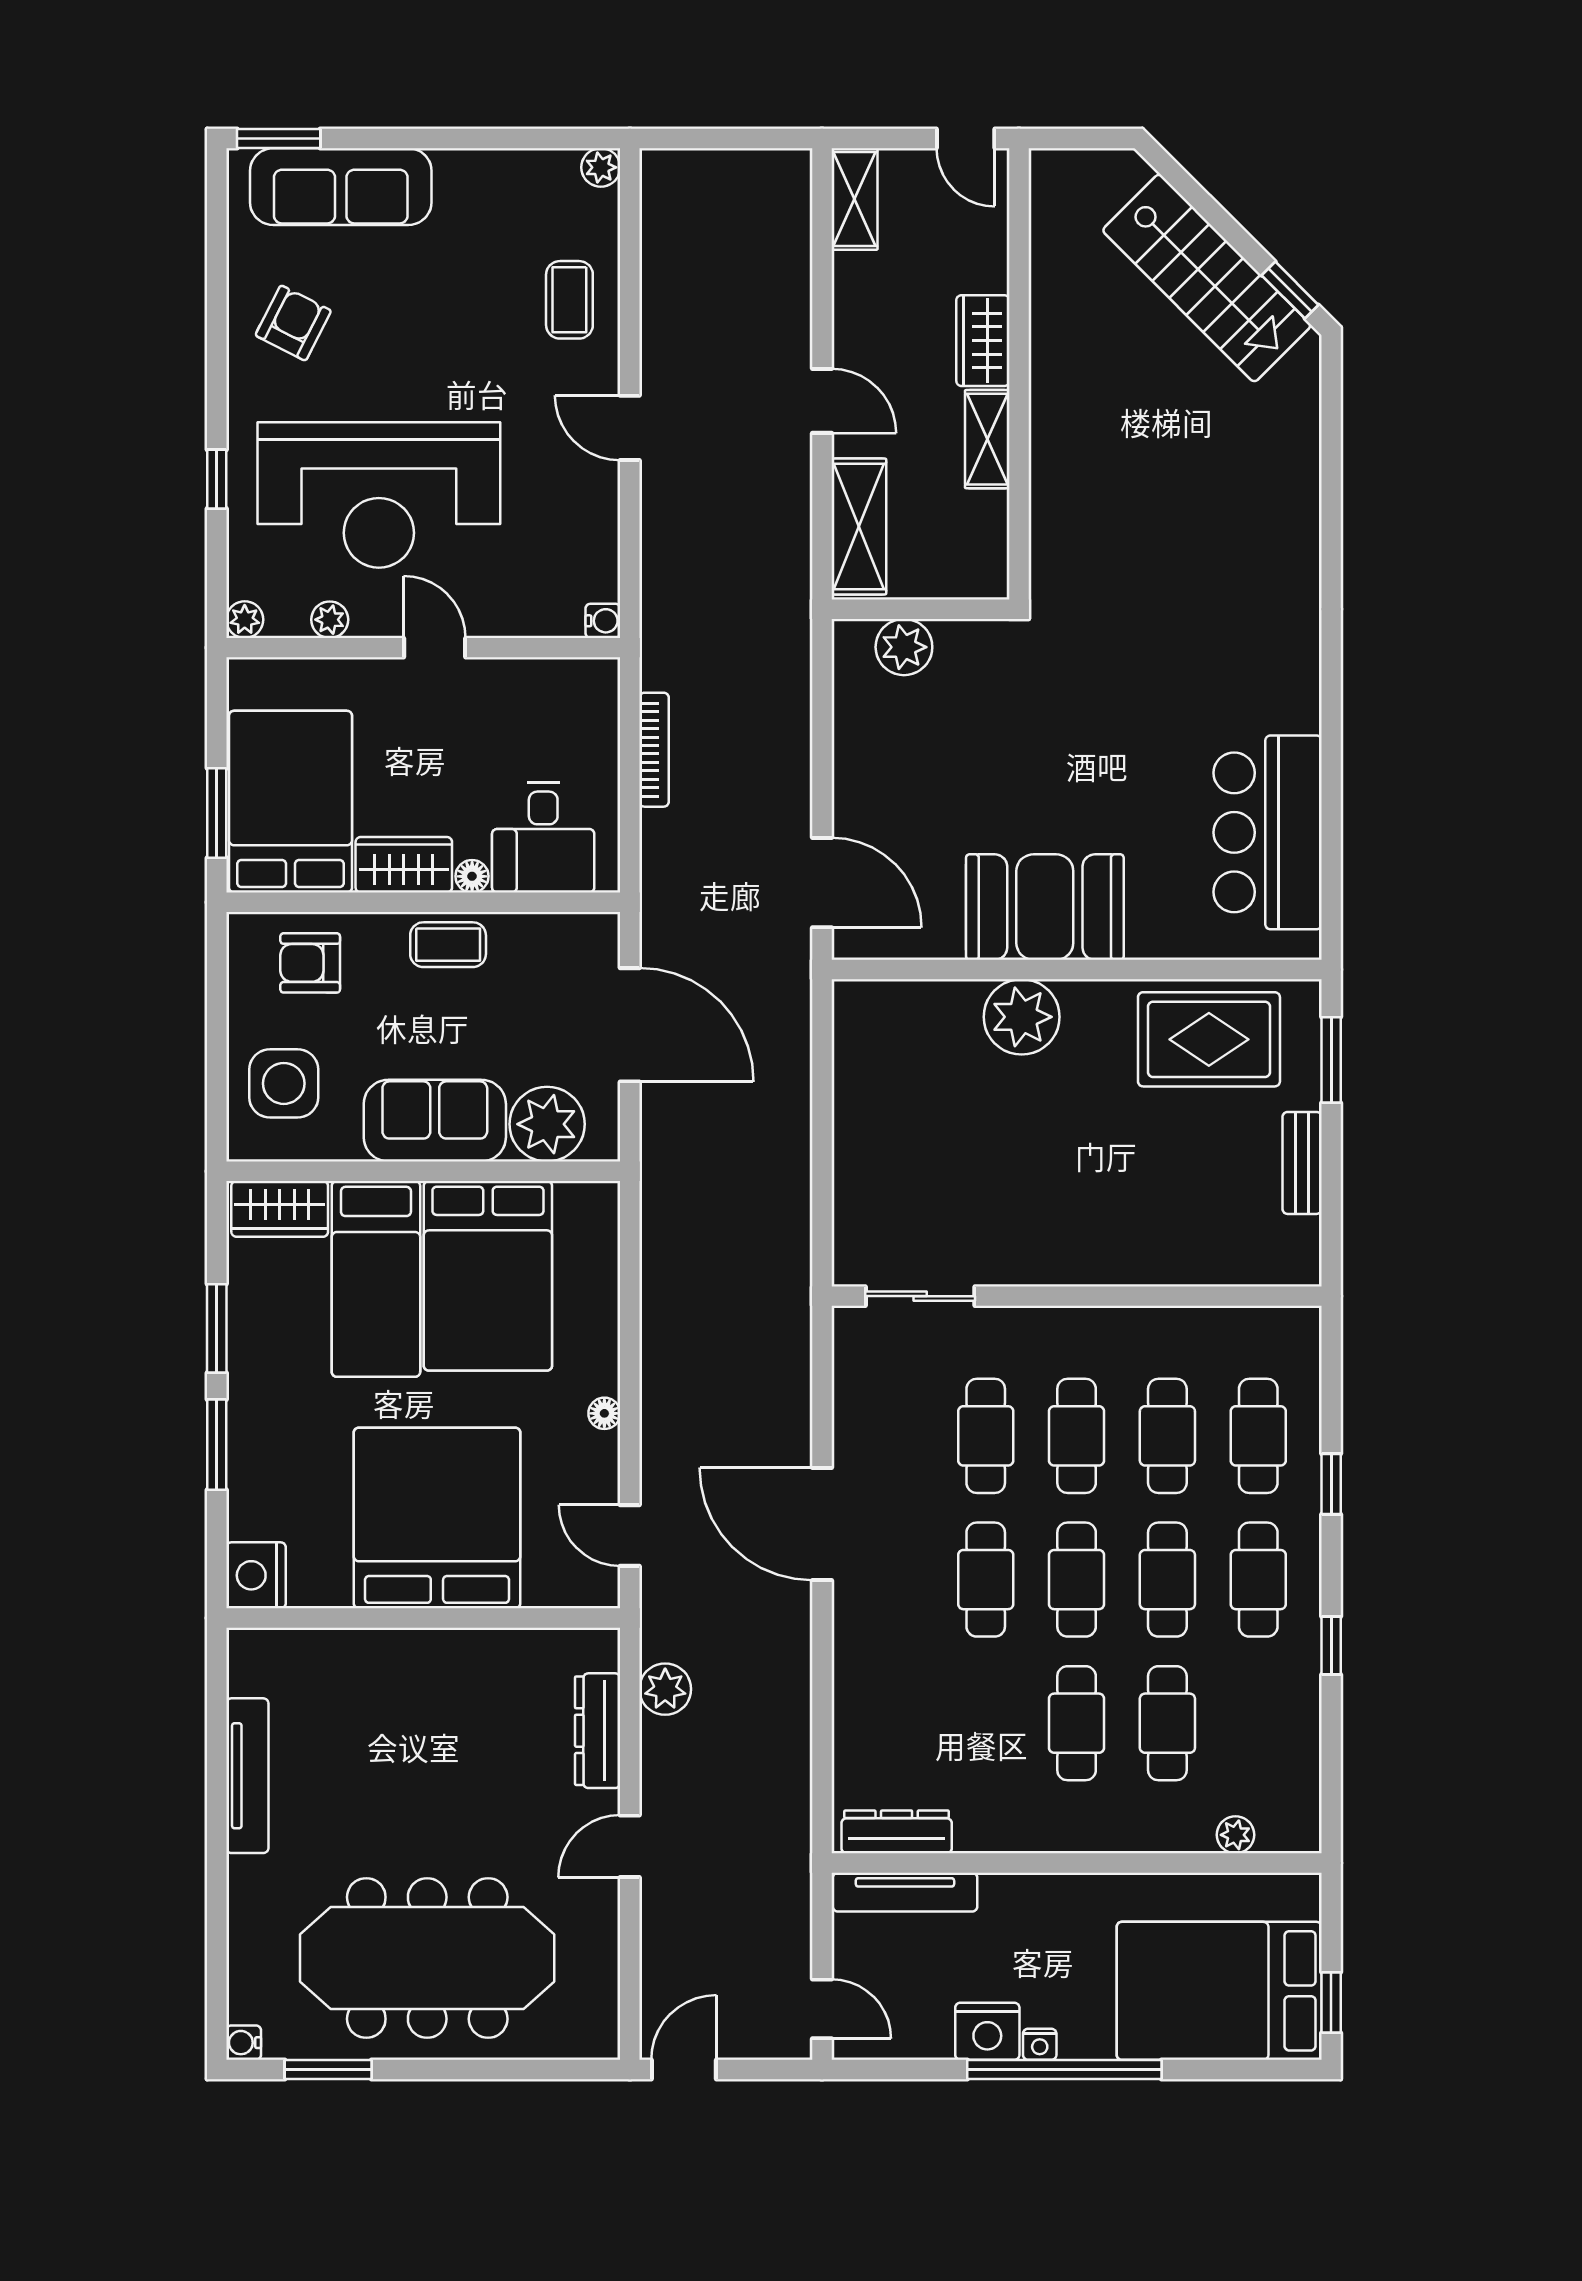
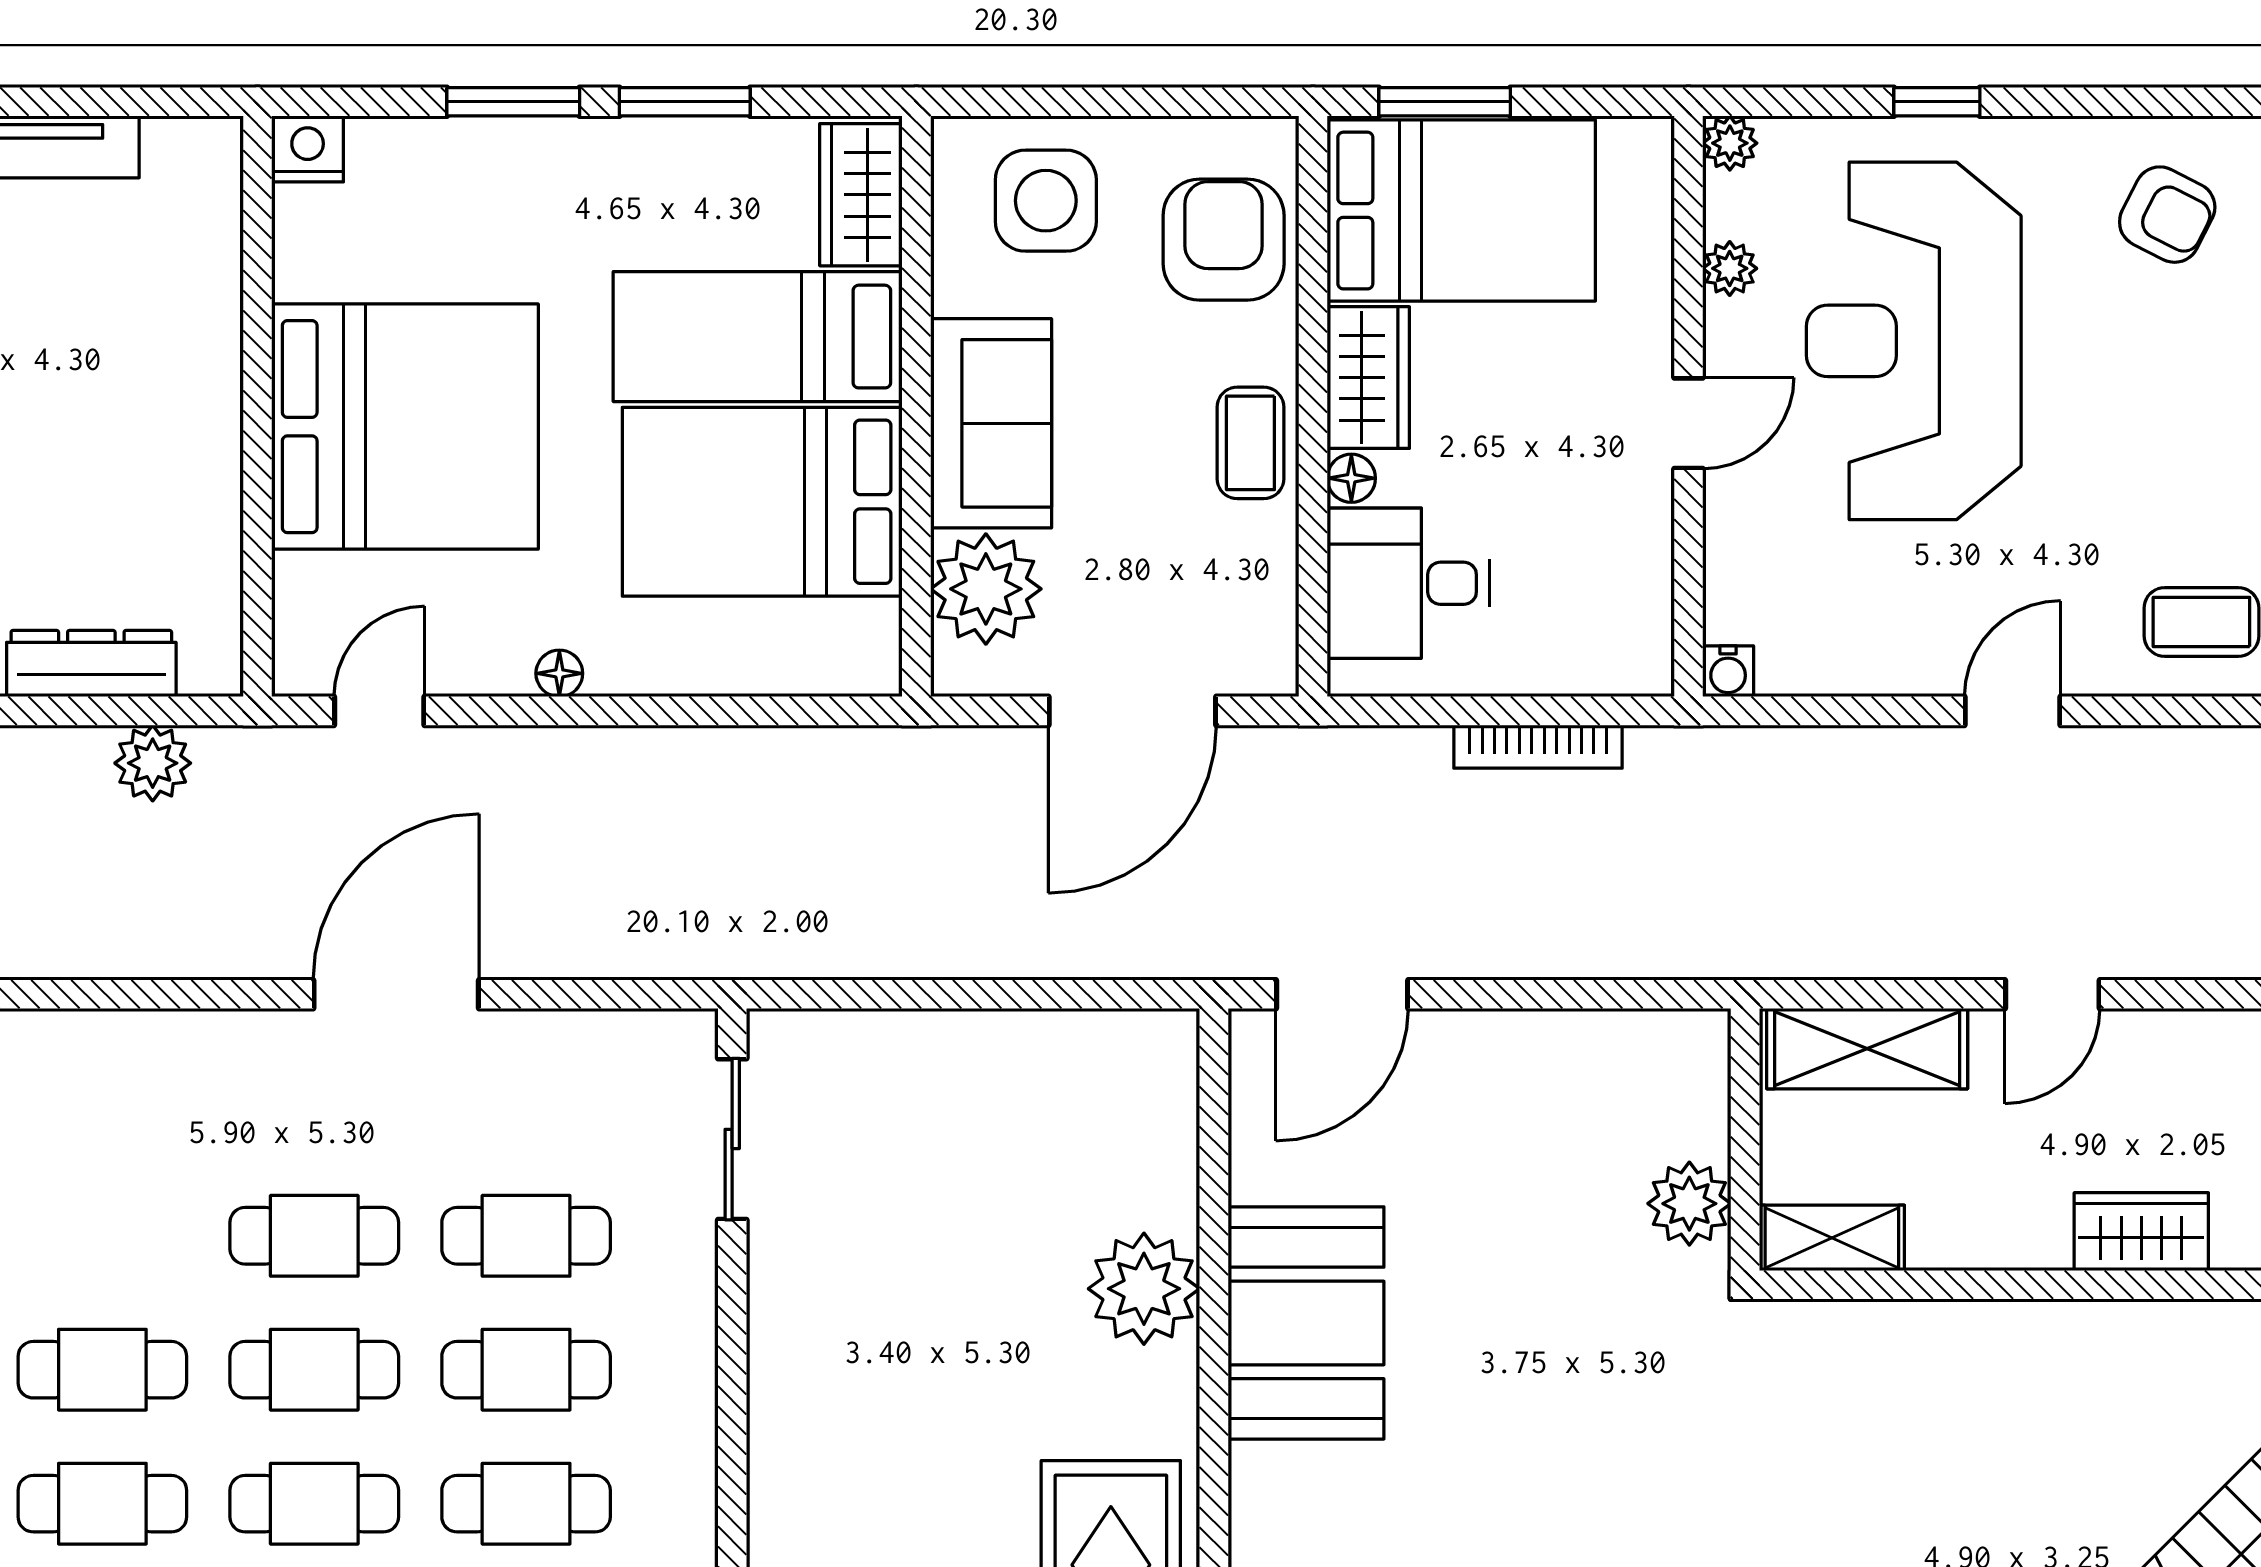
shelving: (987, 439) -> (1832, 1238), moved
plant: (904, 647) -> (1689, 1204), moved
armchair: (310, 963) -> (1224, 240), width x1.38, depth x1.38
nightstand: (256, 1575) -> (308, 149), width x0.74, depth x0.75

